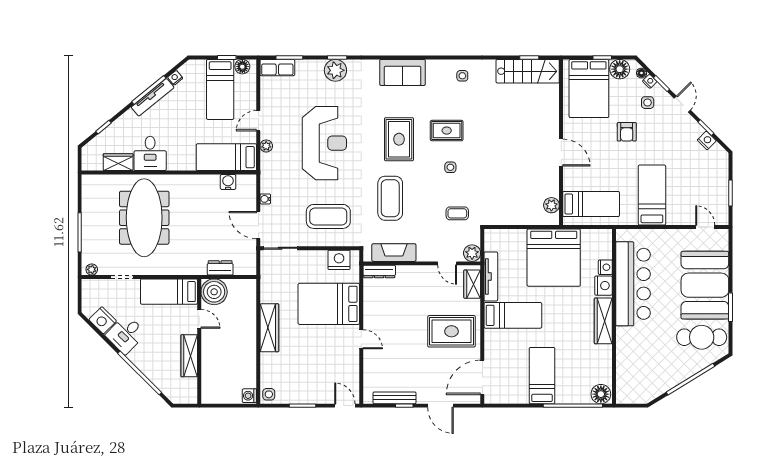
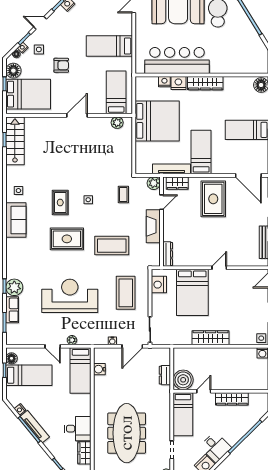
row of seats: (277, 68) -> (12, 310), moved
sofa: (403, 72) -> (16, 220), moved
meeting table: (144, 218) -> (127, 433), turned 90
fireplace: (394, 253) -> (153, 226), moved

